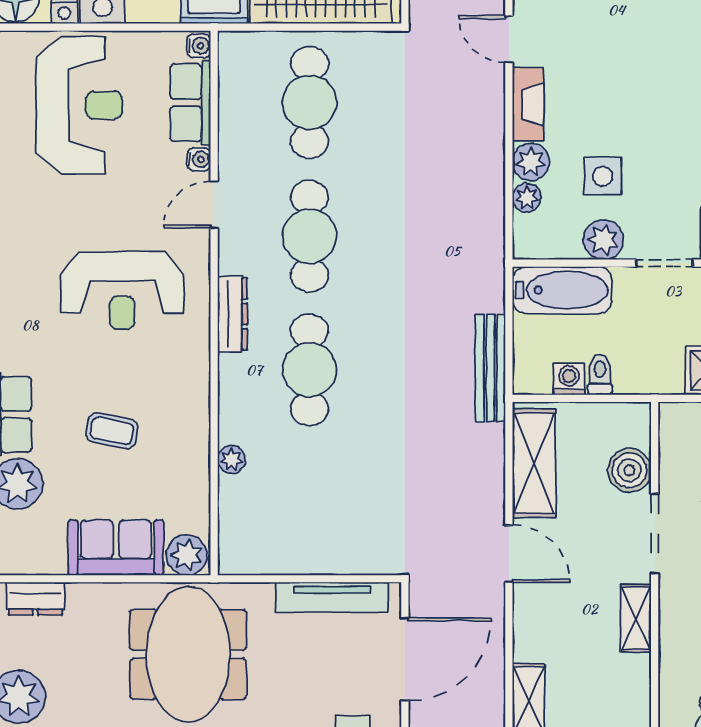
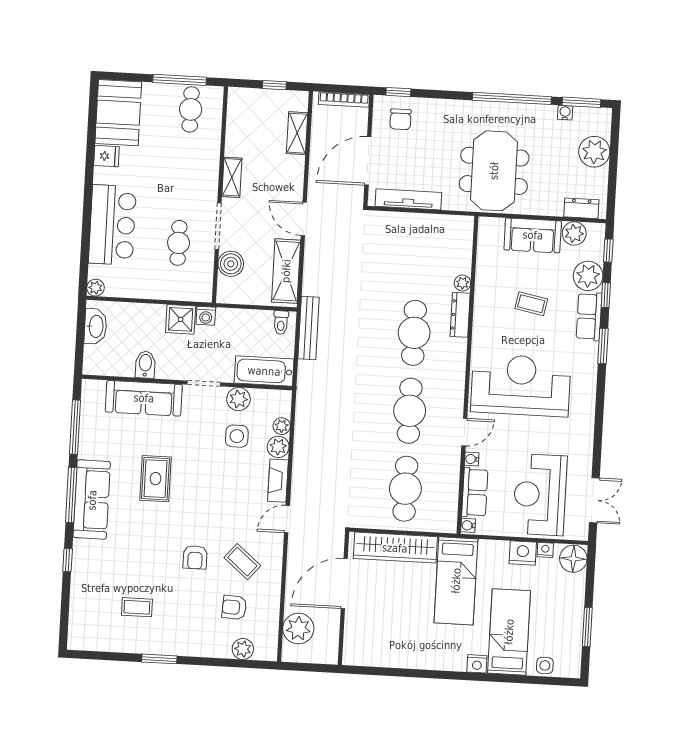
door: (509, 39) -> (287, 519), swing flipped
reception desk: (122, 290) -> (521, 385), width x1.36, depth x1.30
dresser: (232, 314) -> (460, 315), moved
toilet: (600, 375) -> (281, 323), moved
washing machine: (569, 379) -> (206, 316), moved
plant: (187, 555) -> (574, 233), moved

